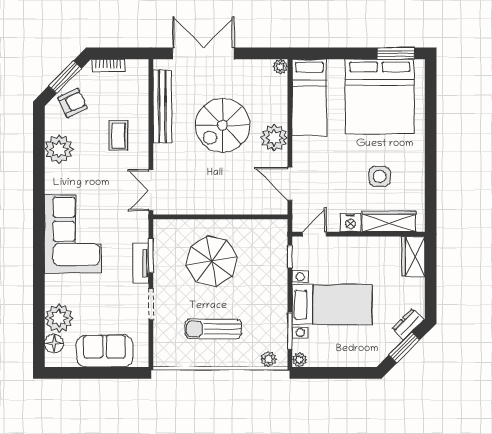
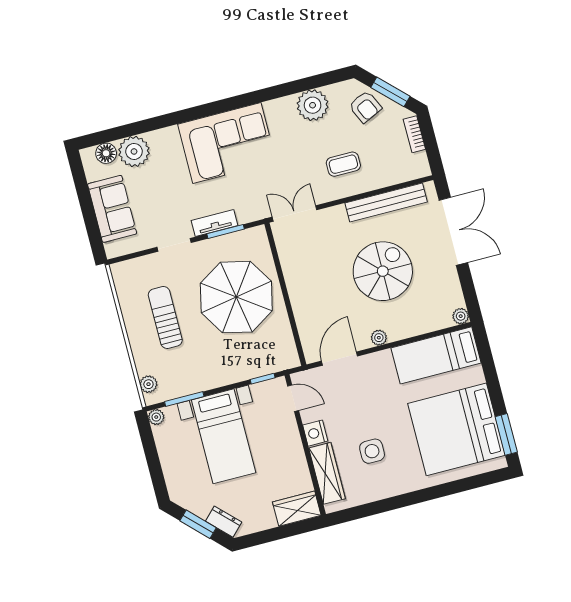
spiral stairs: (222, 125) -> (383, 271), turned 90
plant: (274, 138) -> (379, 338), width x0.53, depth x0.53
parasol: (212, 261) -> (236, 297), width x1.36, depth x1.36

